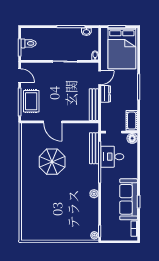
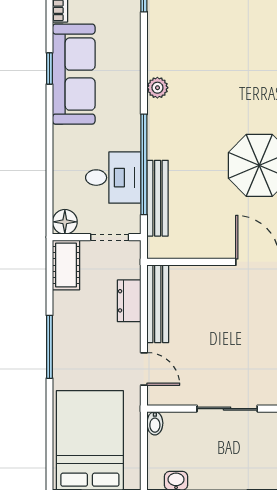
door: (100, 78) -> (144, 369), swing flipped
dresser: (106, 94) -> (129, 301), moved

